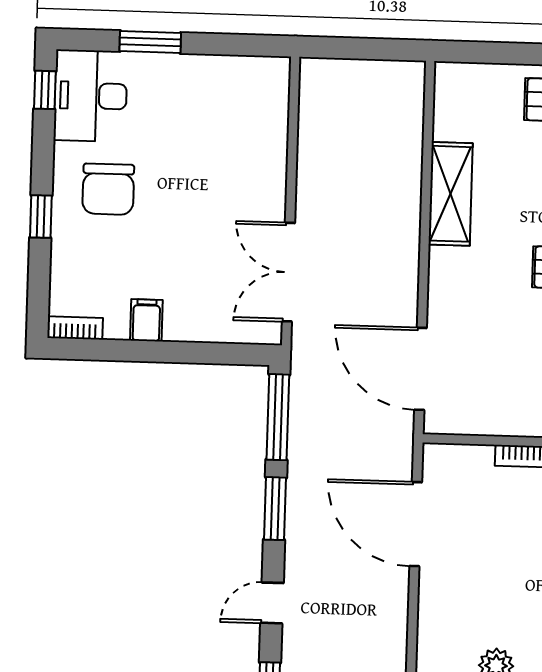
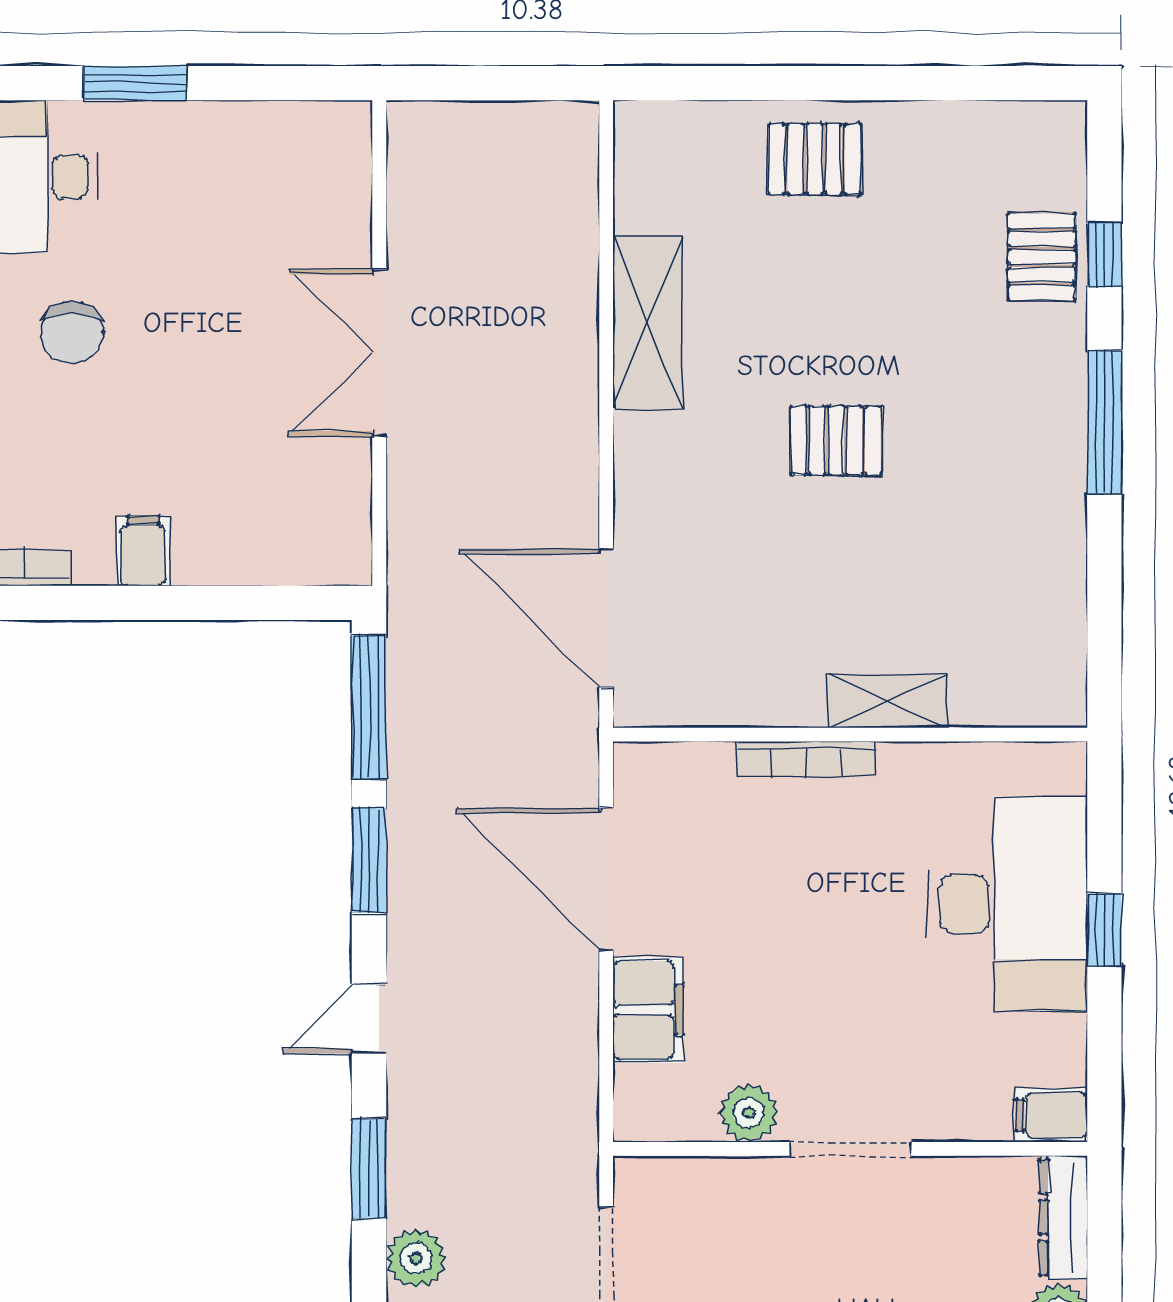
chair: (108, 189) -> (72, 333), width x0.73, depth x0.73
double door: (288, 272) -> (379, 353), moved
filing cabinet: (438, 603) -> (648, 1010), added

